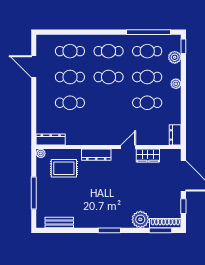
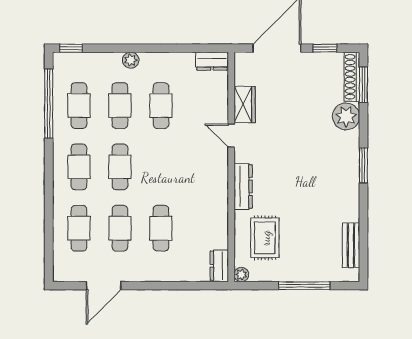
plant: (175, 57) -> (89, 62), removed
dresser: (51, 140) -> (219, 266), width x0.70

